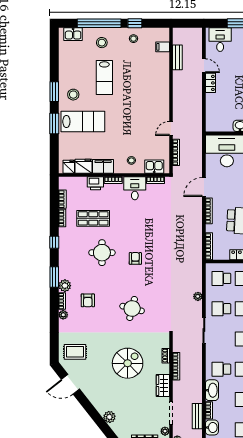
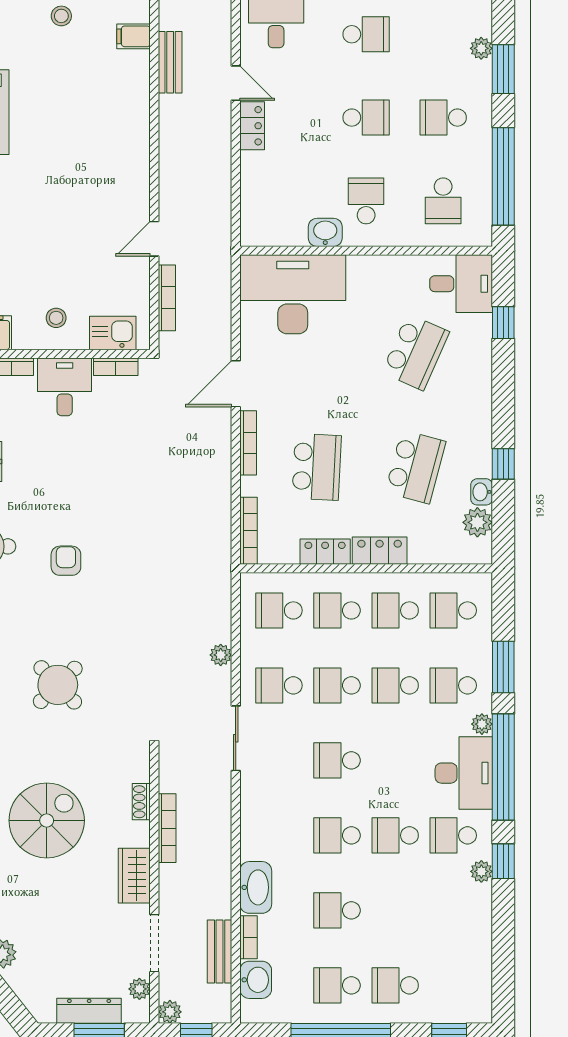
round table: (132, 308) -> (58, 685), turned 32
school desk: (221, 369) -> (279, 835), removed

